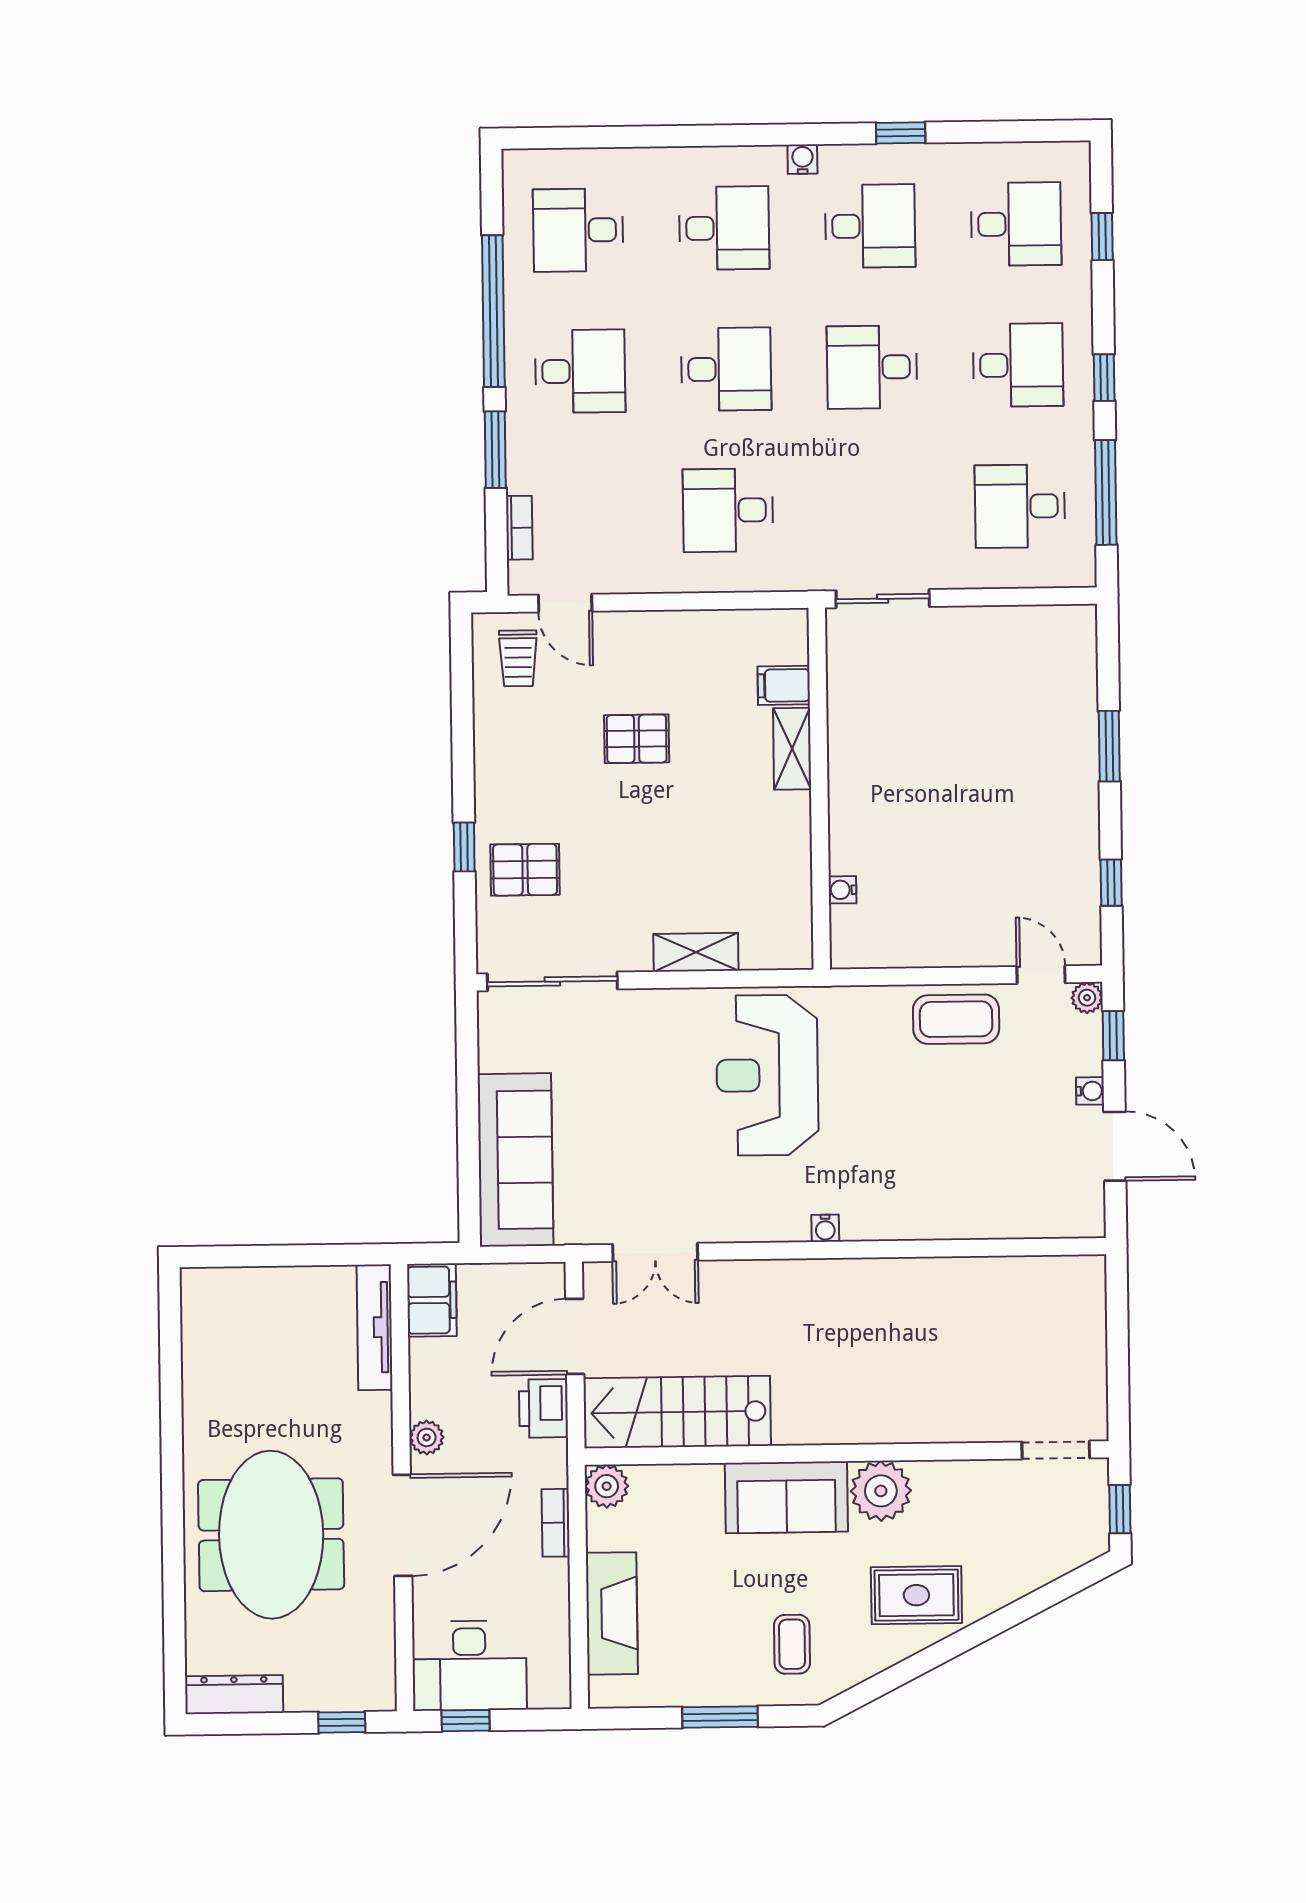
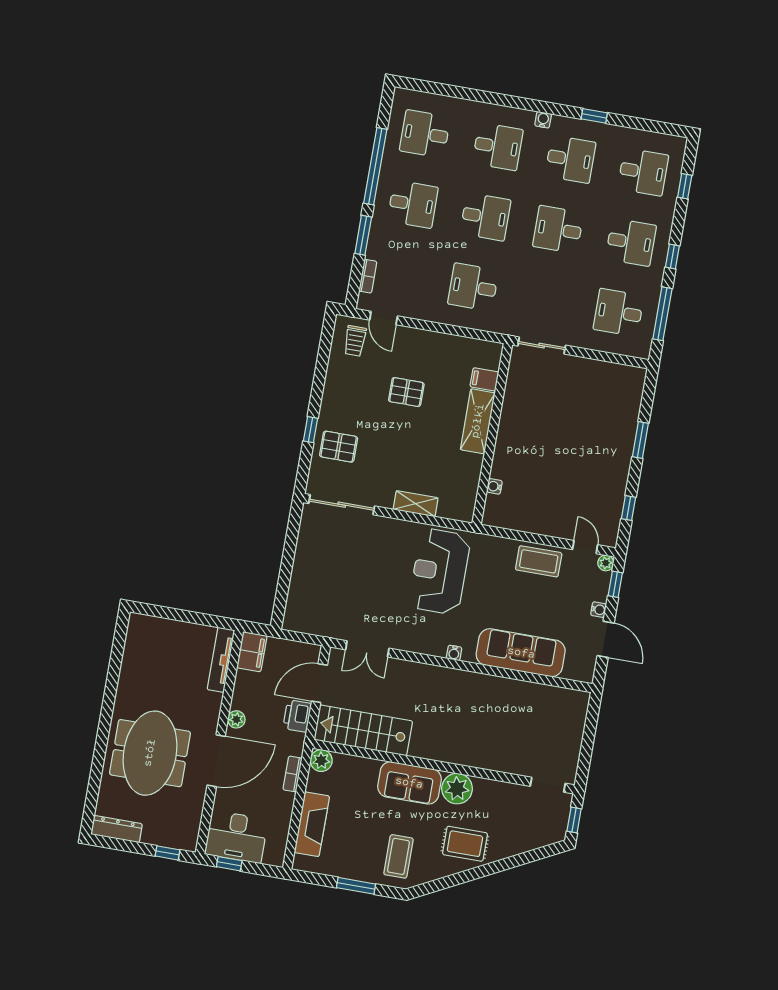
shelving: (792, 749) -> (478, 421), width x1.50, depth x1.33
sofa: (515, 1160) -> (521, 653), moved, turned -90
coffee table: (792, 1644) -> (398, 856), width x1.36, depth x1.30

